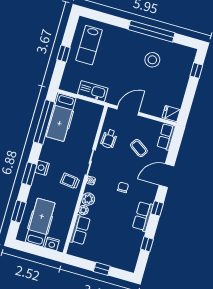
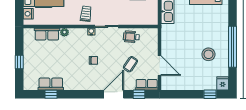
door: (128, 111) -> (159, 66), moved
fridge: (171, 114) -> (223, 83), moved
door: (166, 176) -> (114, 94), hinge flipped
plant: (88, 199) -> (75, 34), removed
window: (157, 208) -> (139, 94), moved
row of seats: (143, 216) -> (51, 84), moved

